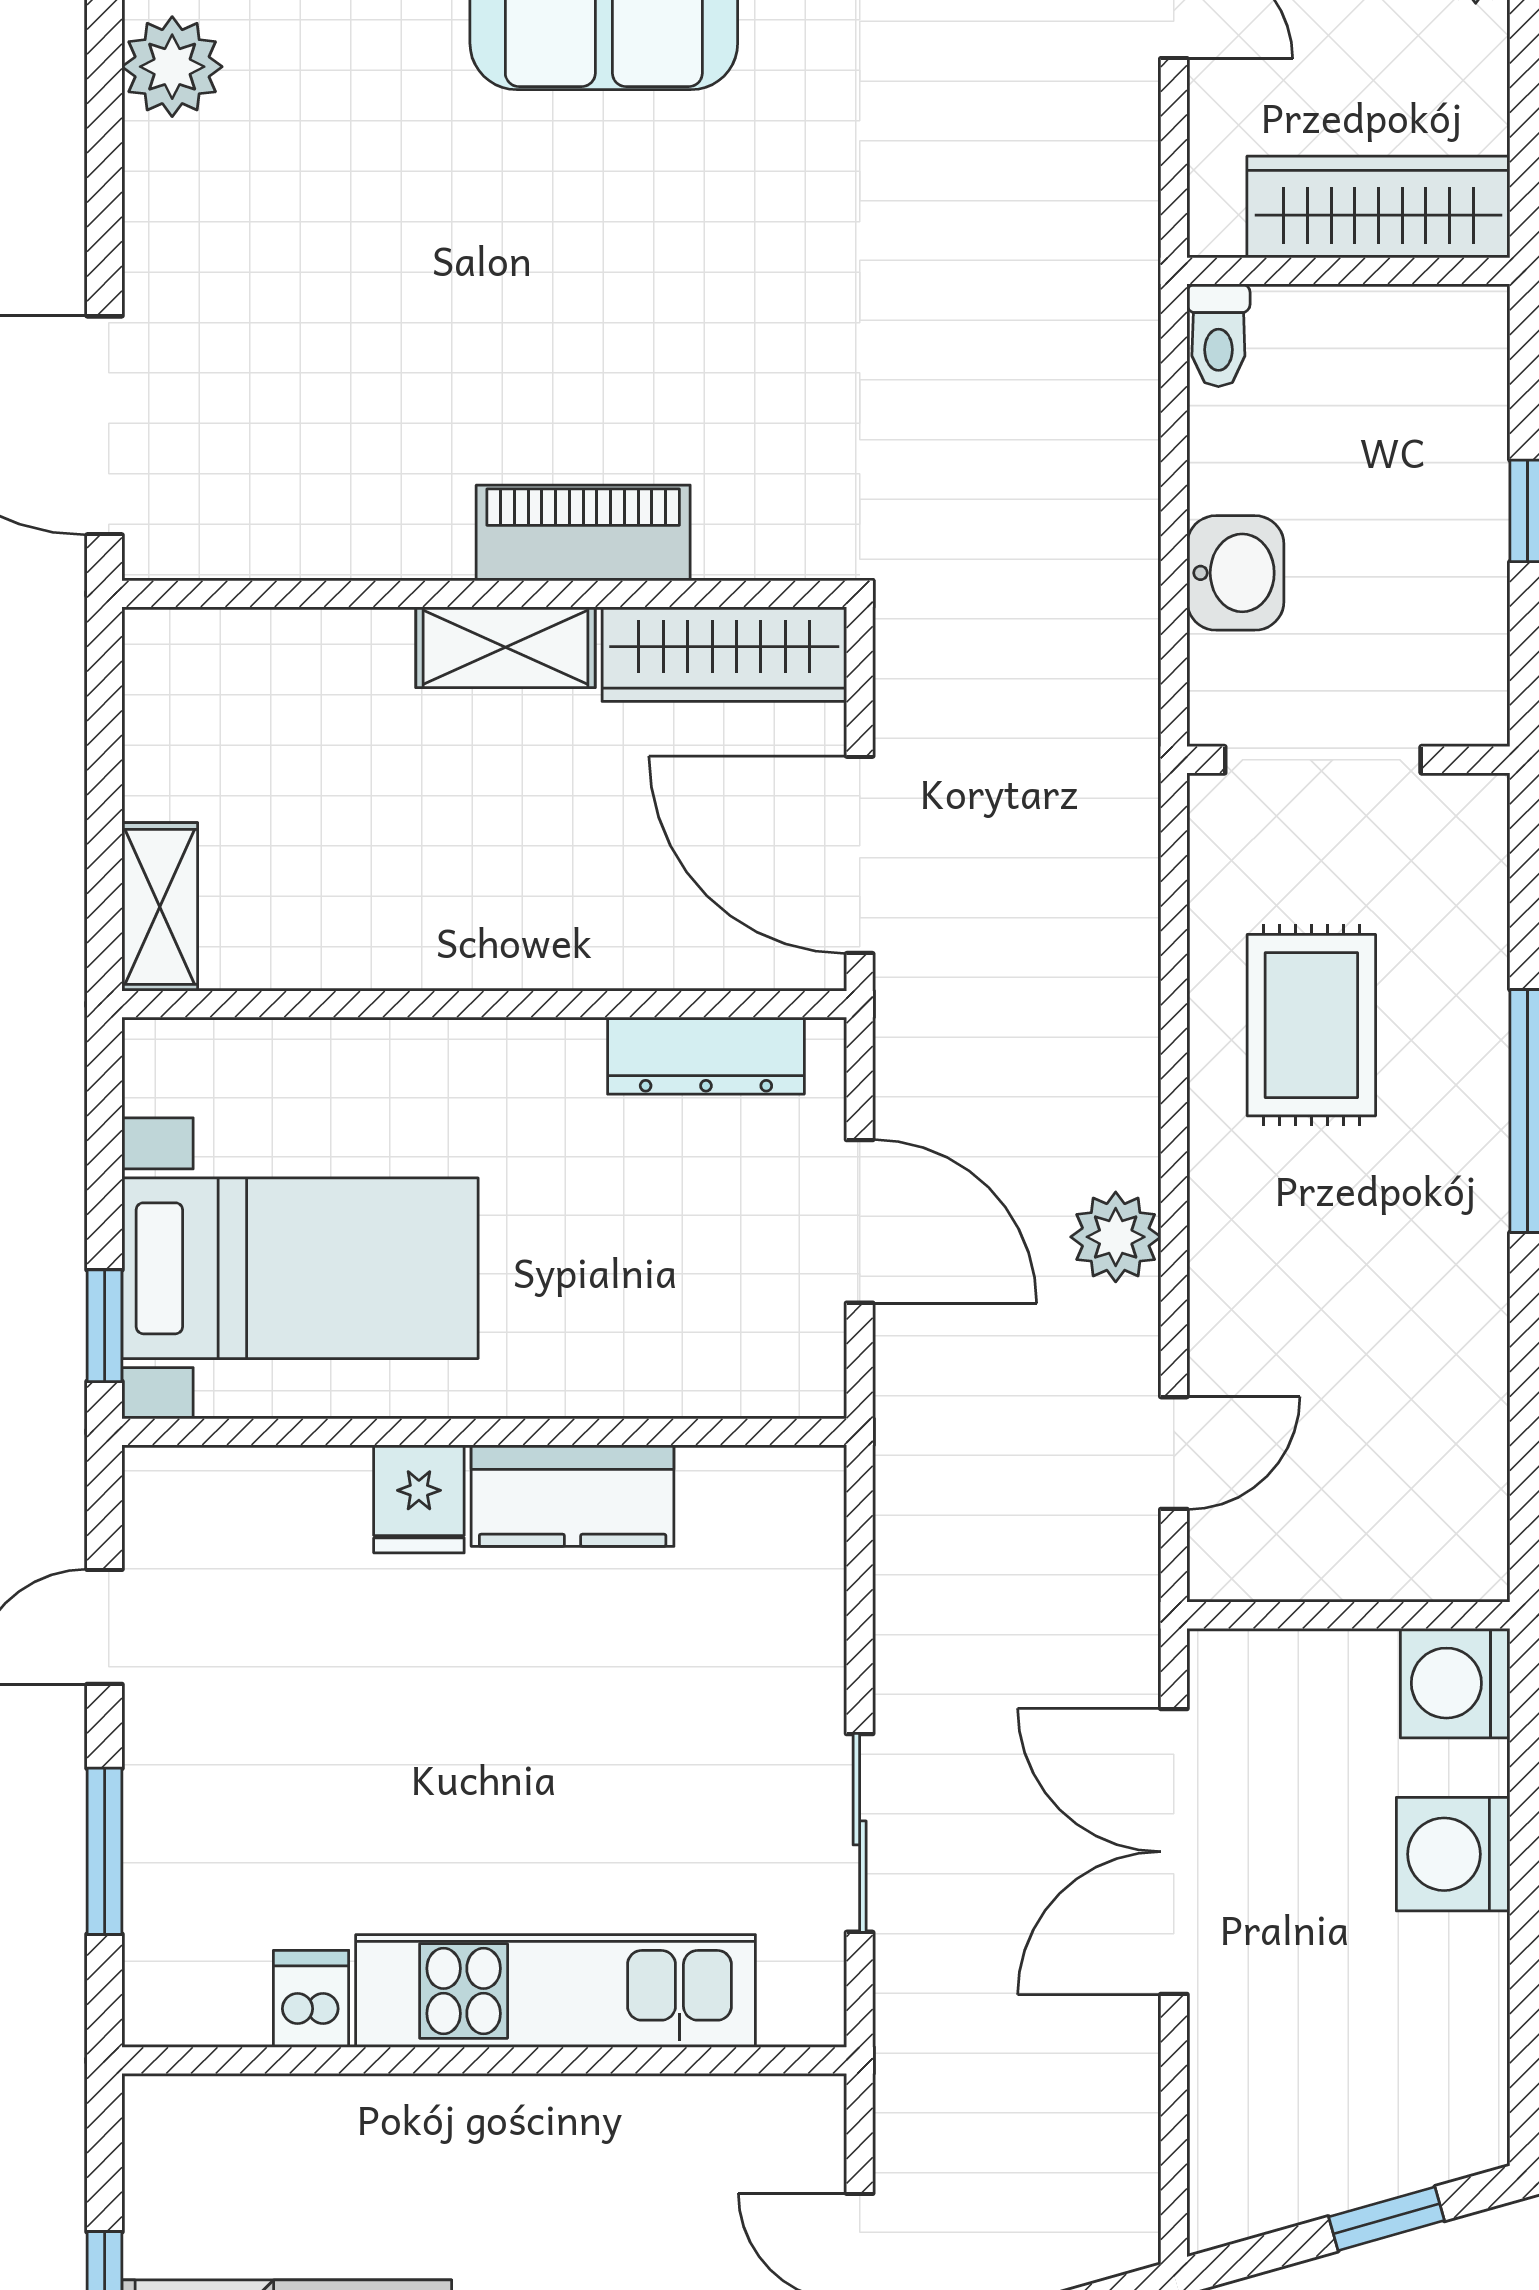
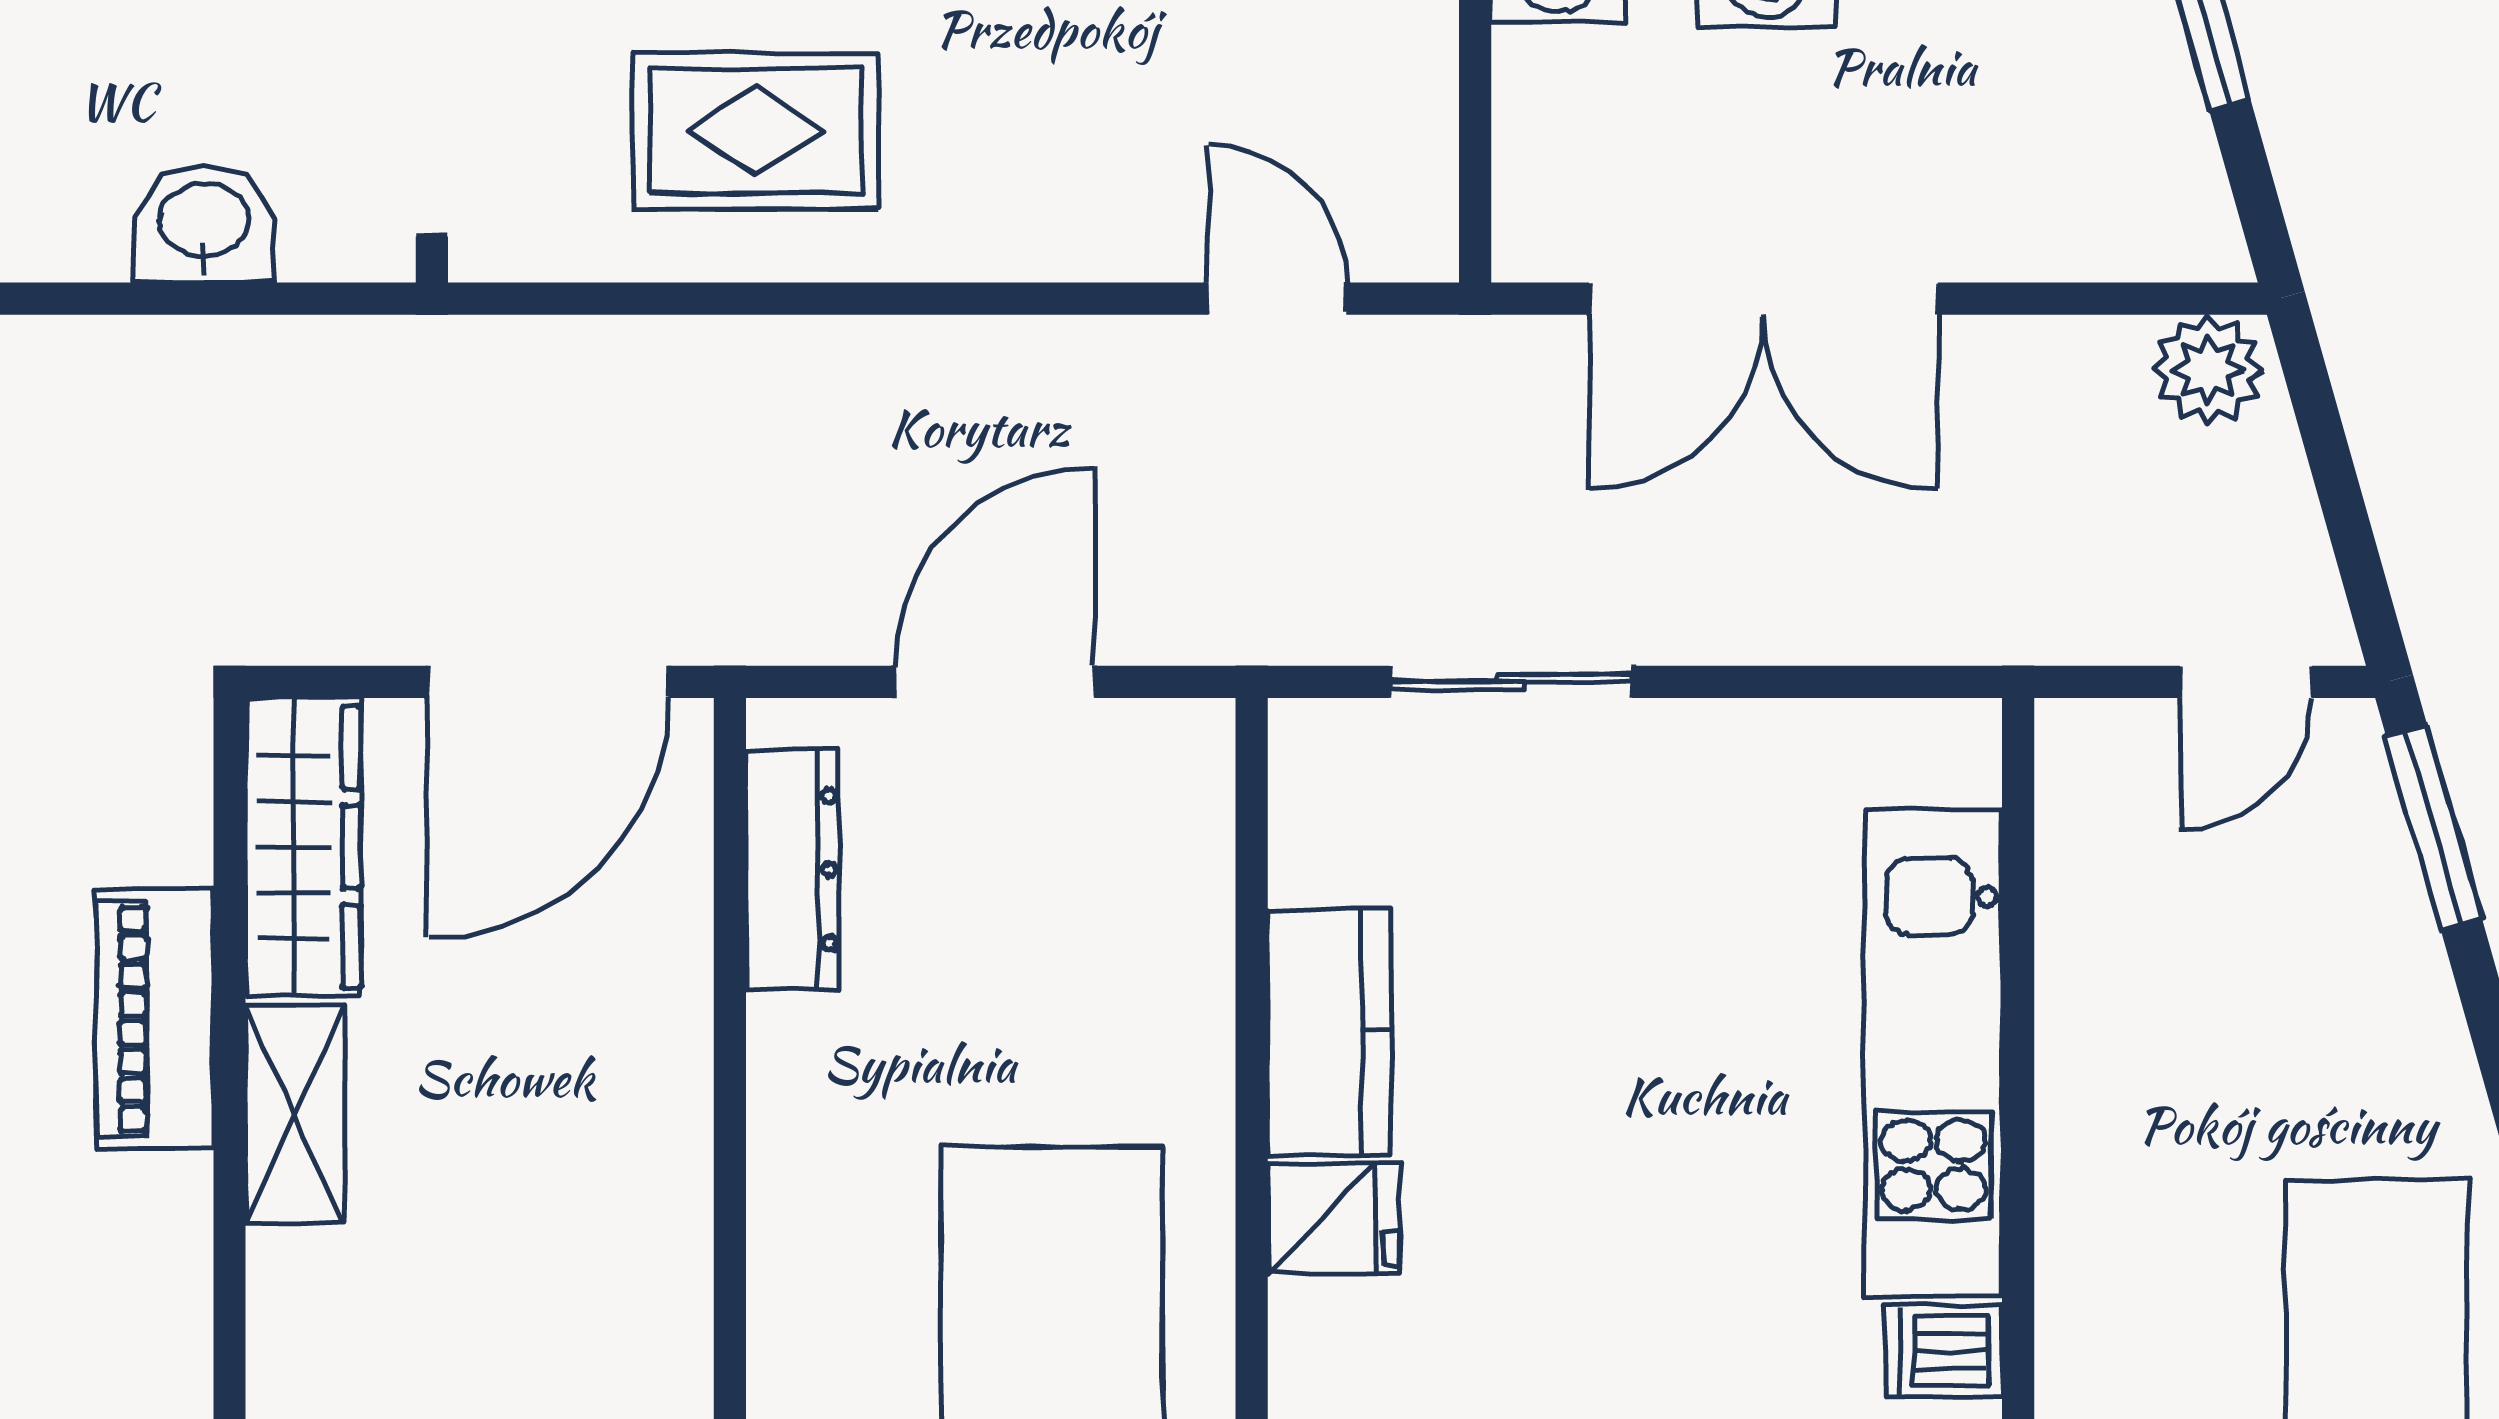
plant: (1116, 1237) -> (2208, 370), moved
sliding door: (860, 1833) -> (1511, 682), moved

